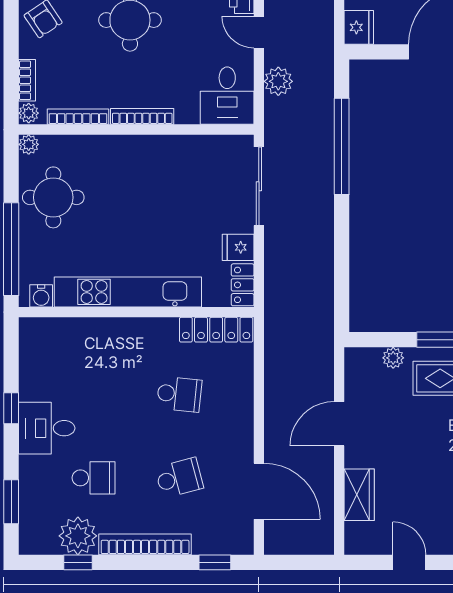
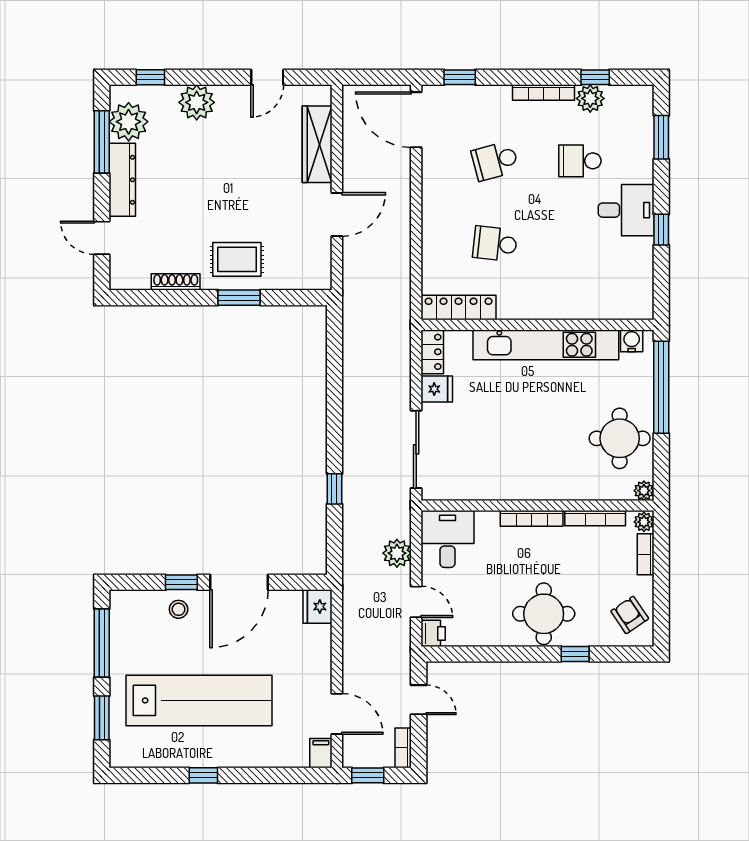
window: (342, 146) -> (334, 489), width x0.32
plant: (393, 358) -> (283, 280), removed
door: (259, 491) -> (416, 120), moved
wardrobe: (359, 495) -> (317, 144), width x1.50
plant: (78, 536) -> (590, 98), width x0.73, depth x0.73
bookcase: (145, 544) -> (544, 93), width x0.68, depth x0.76
door: (409, 562) -> (267, 77), hinge flipped

